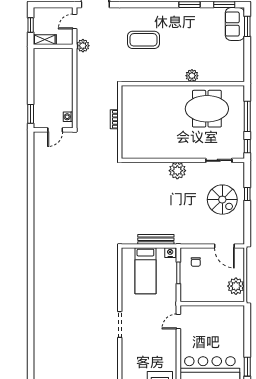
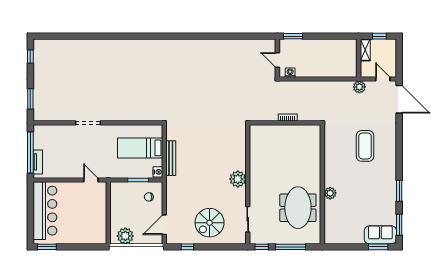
window: (247, 194) -> (187, 247), moved

